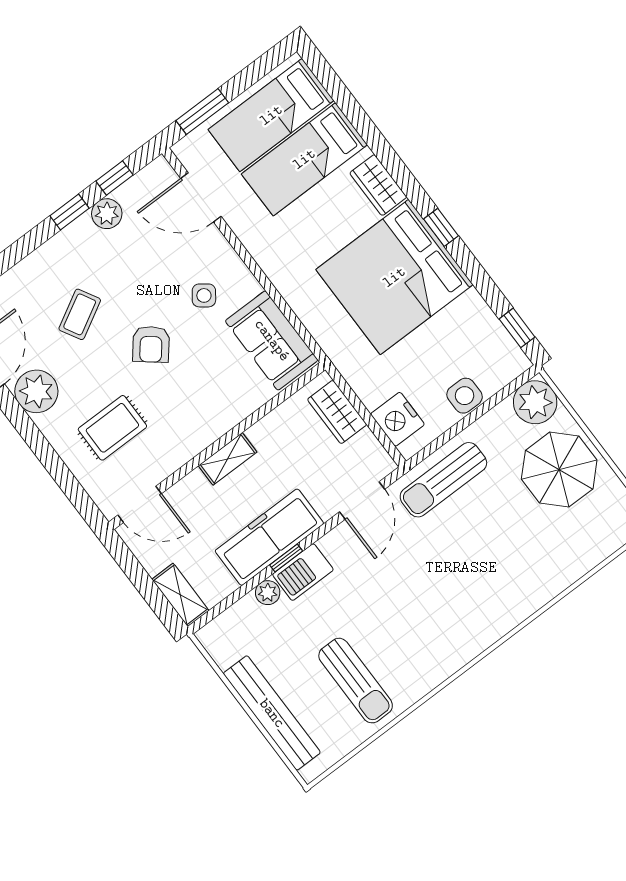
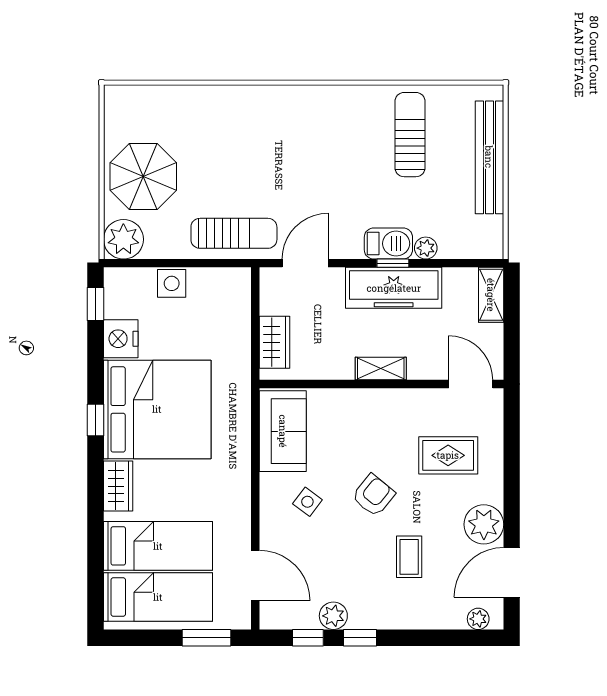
coffee table: (80, 314) -> (409, 557), turned -61
nightstand: (398, 419) -> (121, 339), moved, turned 180

